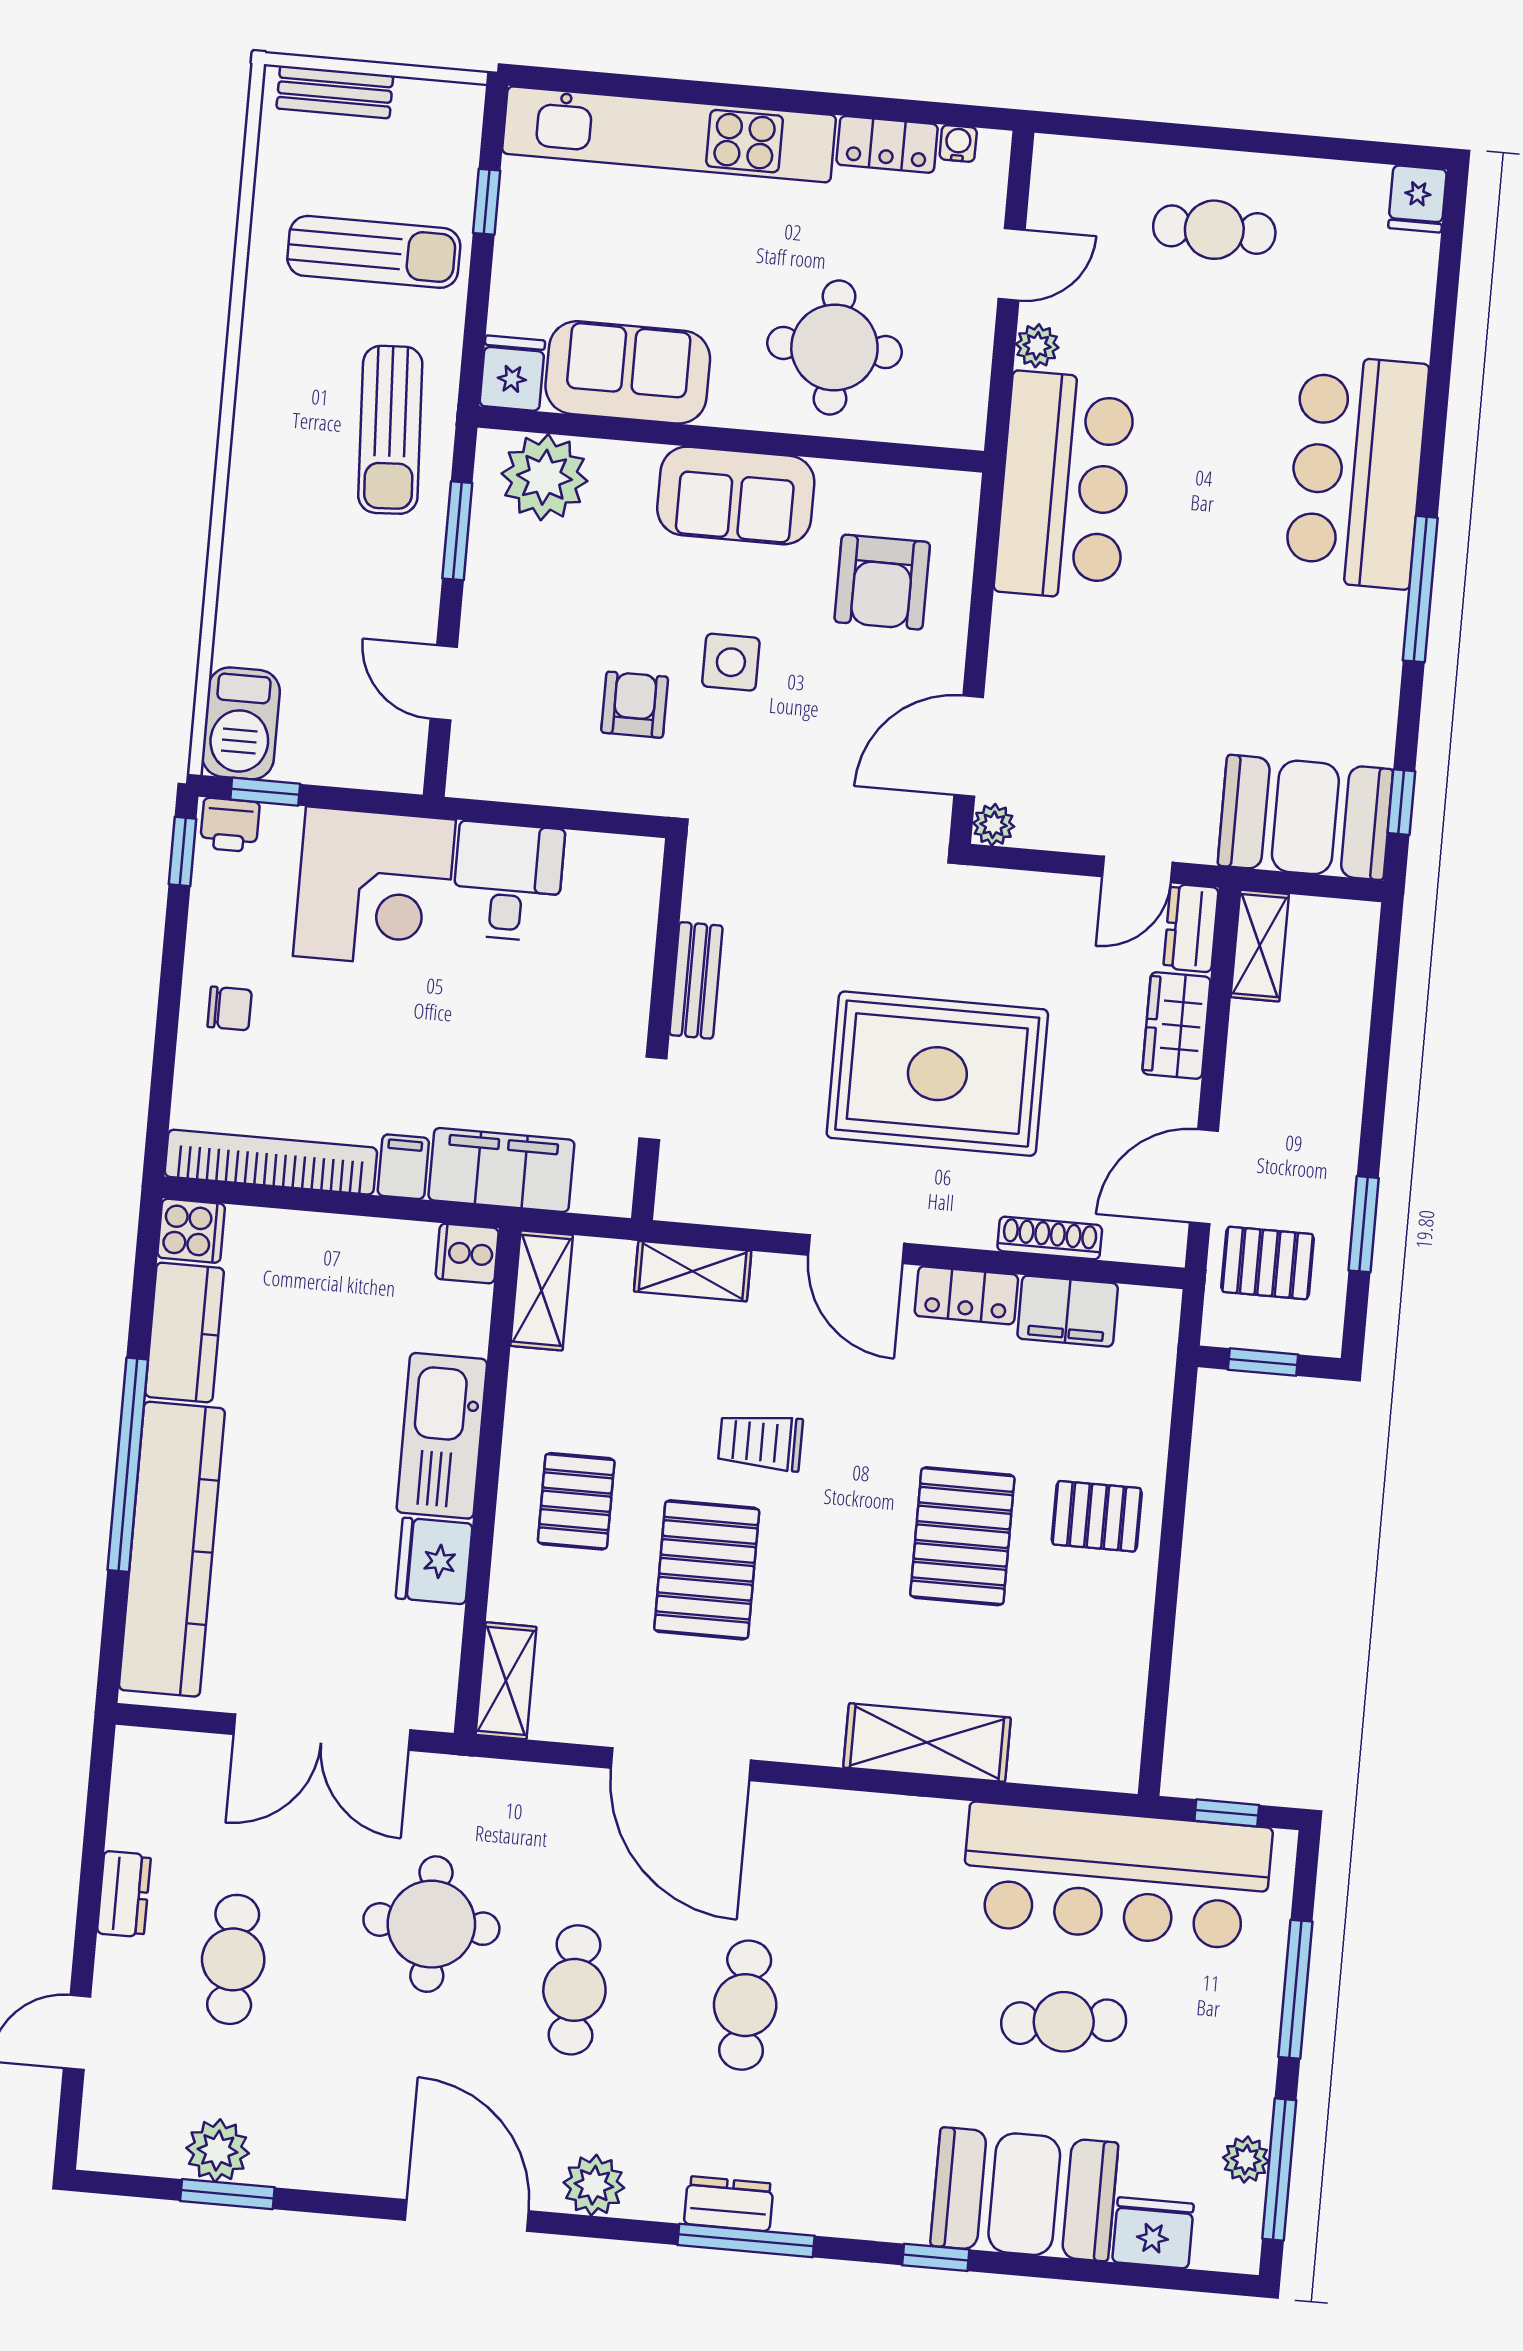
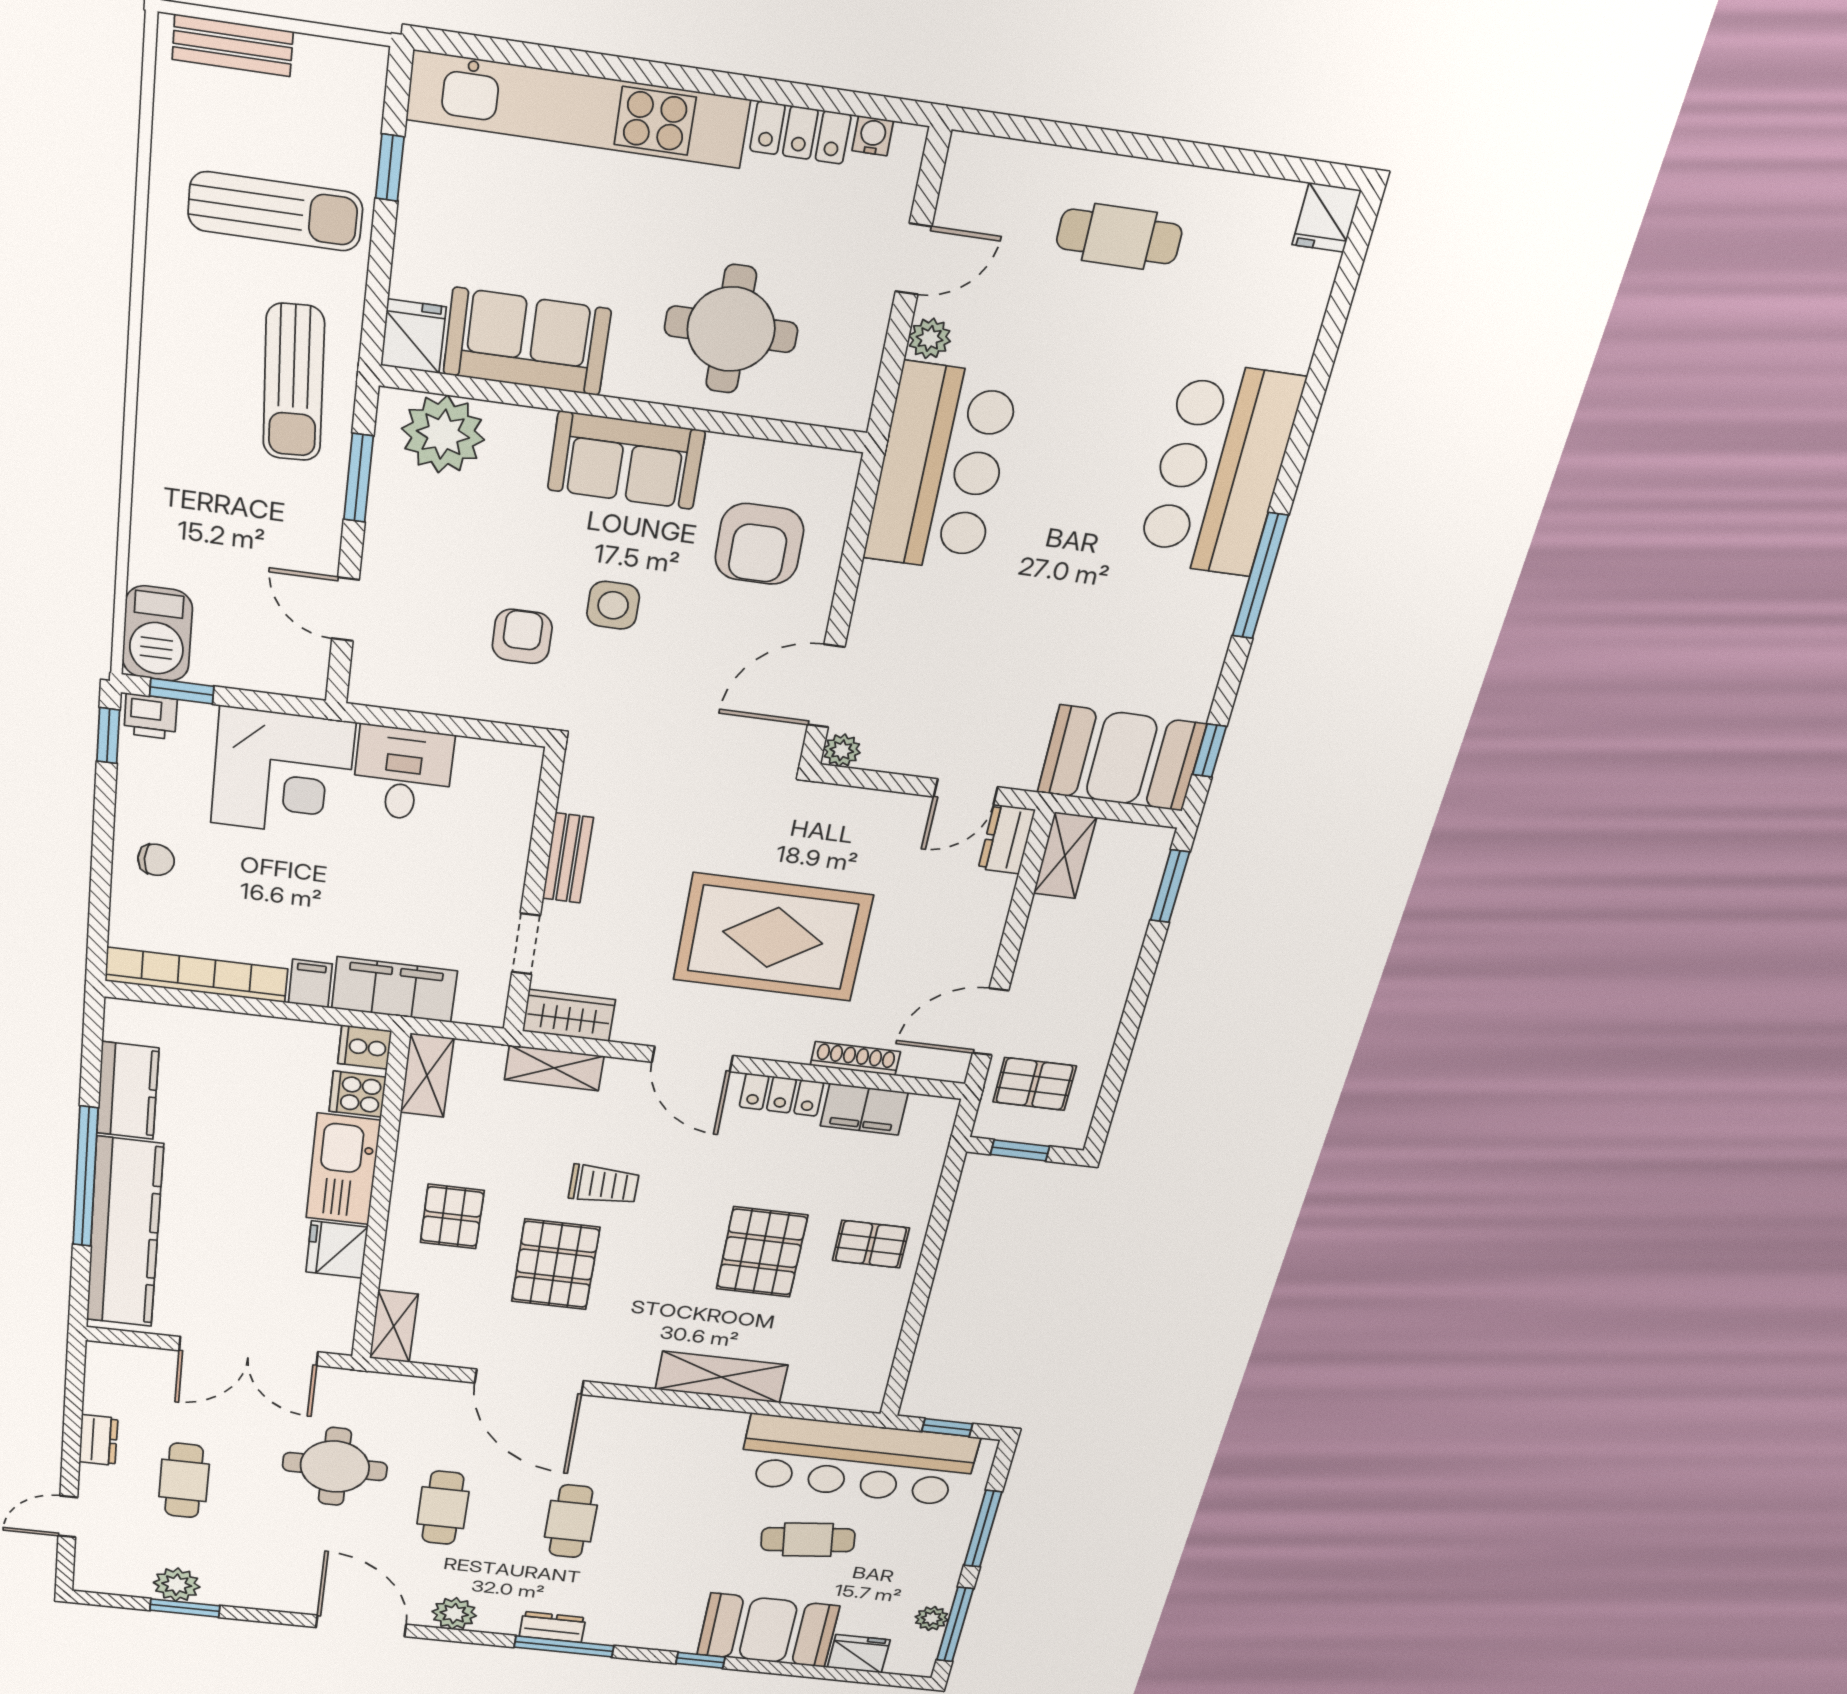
wardrobe: (1176, 1025) -> (569, 1015), moved, turned 90
window: (1364, 1224) -> (1170, 886), moved
cooker: (191, 1231) -> (357, 1094), moved, turned 180
trolley: (760, 1442) -> (604, 1185), turned 180

